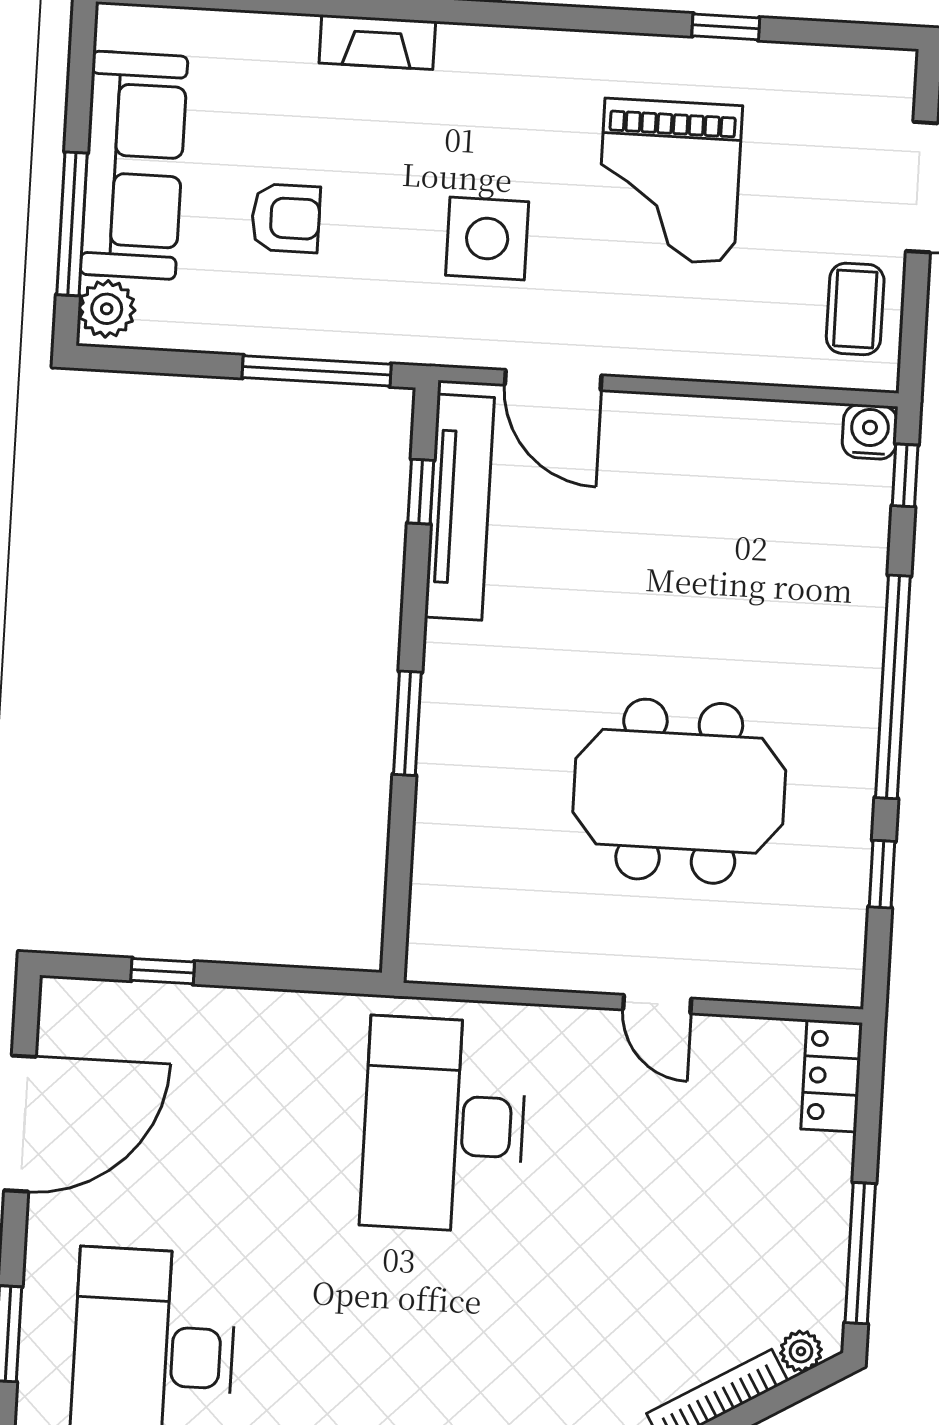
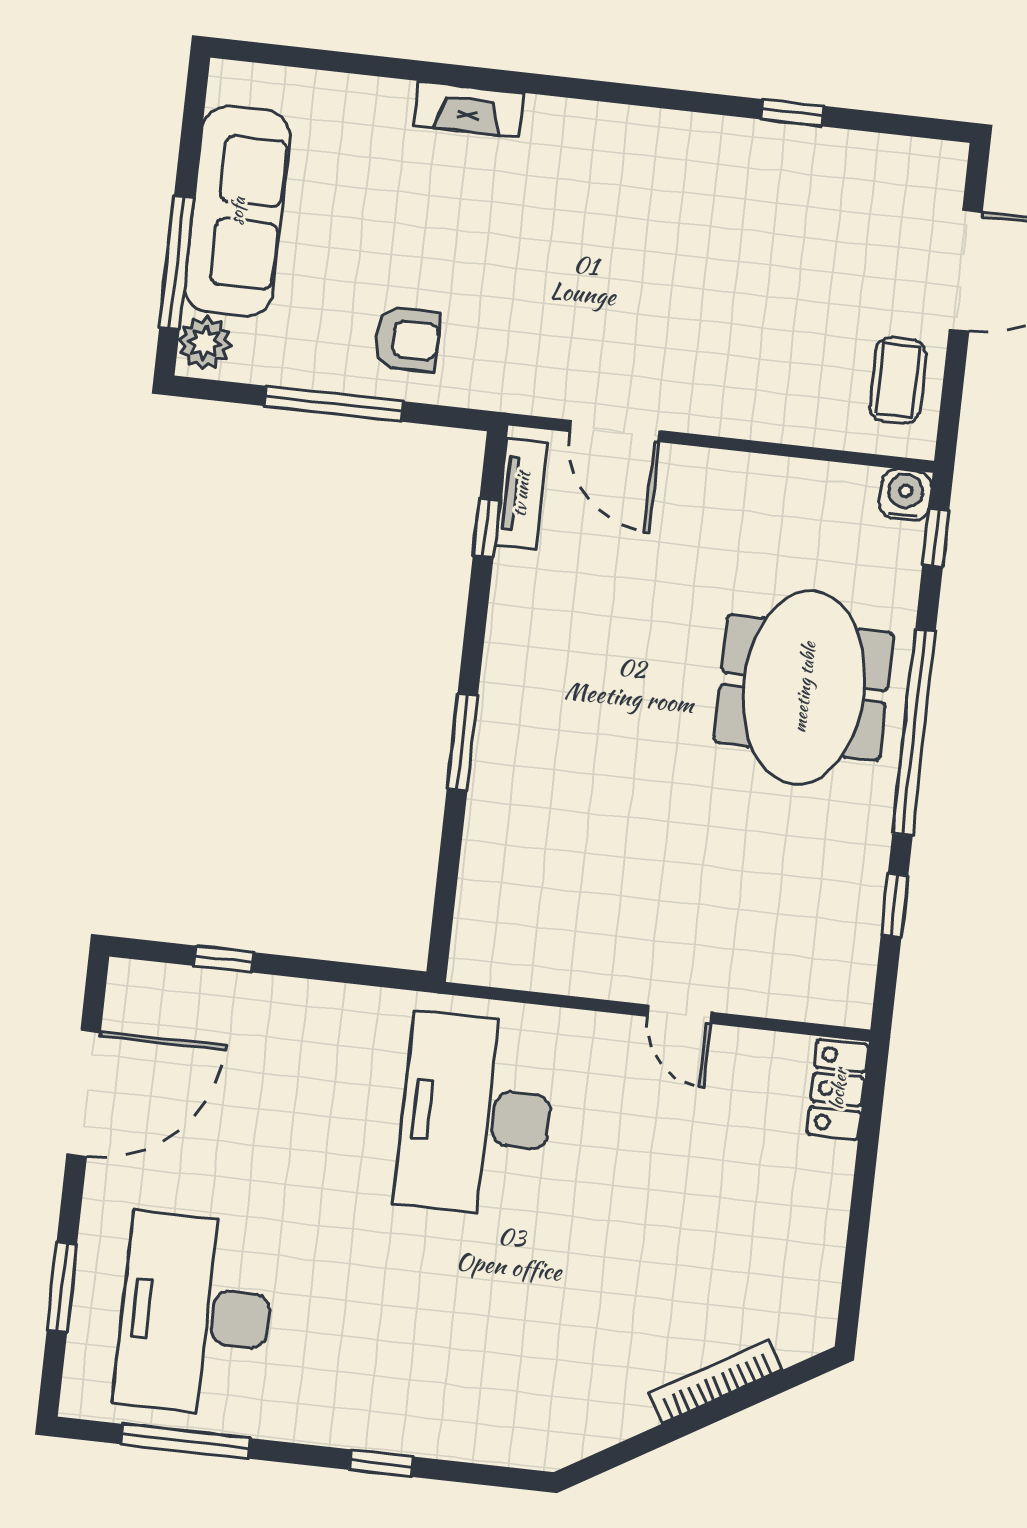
grand piano: (669, 181) -> (732, 253), removed
armchair: (286, 218) -> (407, 339), moved
side table: (487, 239) -> (561, 297), removed
window: (317, 371) -> (334, 404), moved
tv unit: (459, 507) -> (521, 494), width x0.52, depth x0.78
meeting table: (679, 791) -> (804, 687), moved, turned 90
window: (860, 1253) -> (855, 1255), removed
plant: (801, 1351) -> (795, 1343), removed

